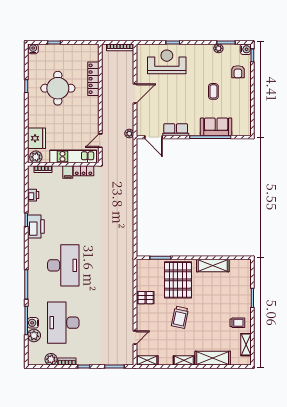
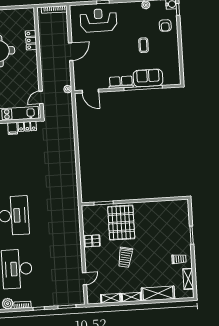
locker: (93, 79) -> (31, 40), width x0.66
row of seats: (176, 130) -> (121, 82), moved
shelving: (213, 265) -> (153, 207), removed
shelving: (147, 360) -> (111, 298), moved

